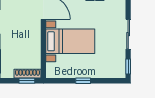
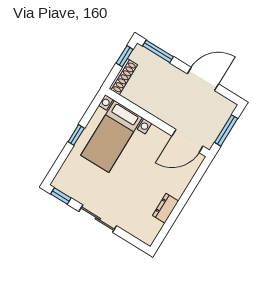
bed with nightstands: (70, 41) -> (112, 136), moved
window: (27, 81) -> (125, 56), moved

